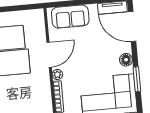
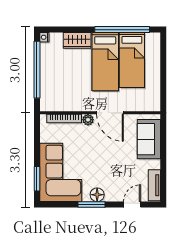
door: (132, 26) -> (132, 205), width x0.53
window: (137, 79) -> (91, 205), moved

